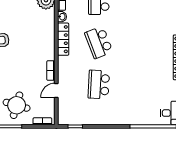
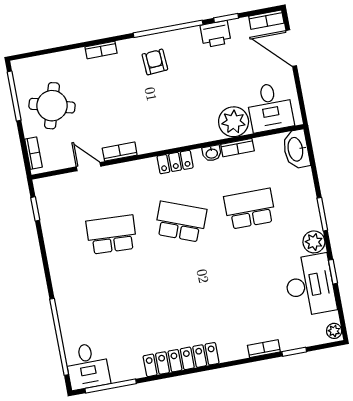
locker: (63, 39) -> (175, 162), width x0.66
school desk: (99, 42) -> (181, 222), turned 42

